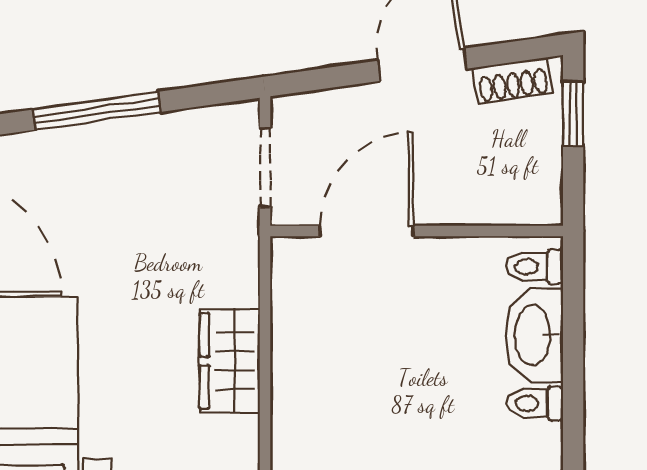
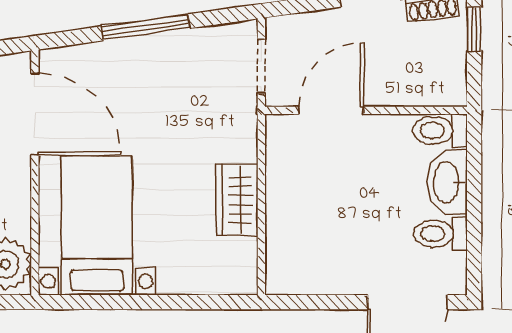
toilet: (535, 267) -> (440, 130), width x1.37, depth x1.39
toilet: (535, 403) -> (440, 234), width x1.37, depth x1.39

